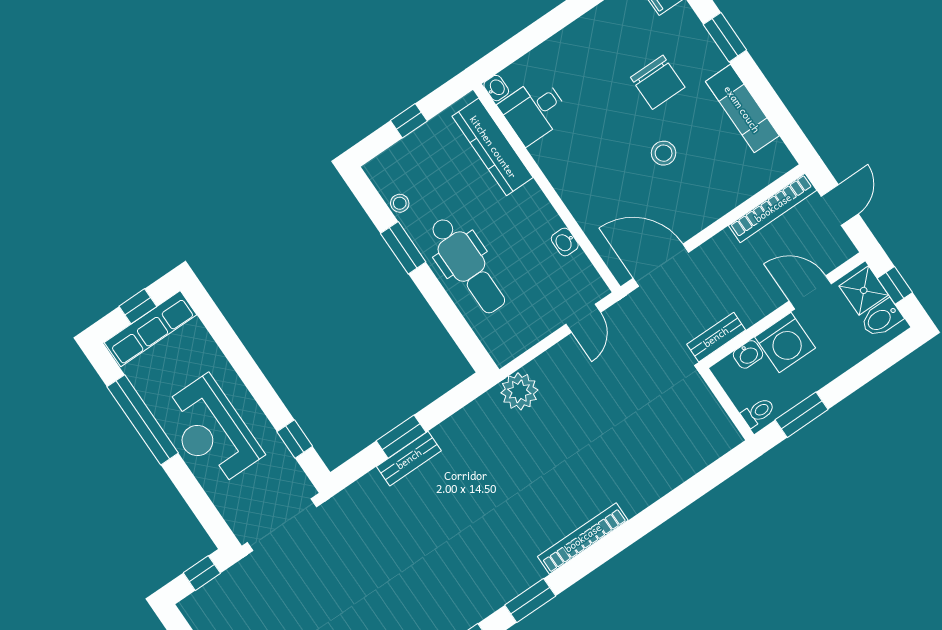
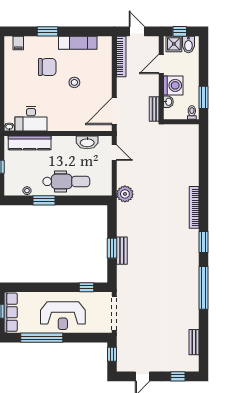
desk: (534, 110) -> (31, 119), width x1.37
washbasin: (565, 242) -> (87, 142), width x1.91, depth x1.45

